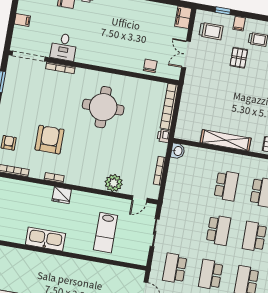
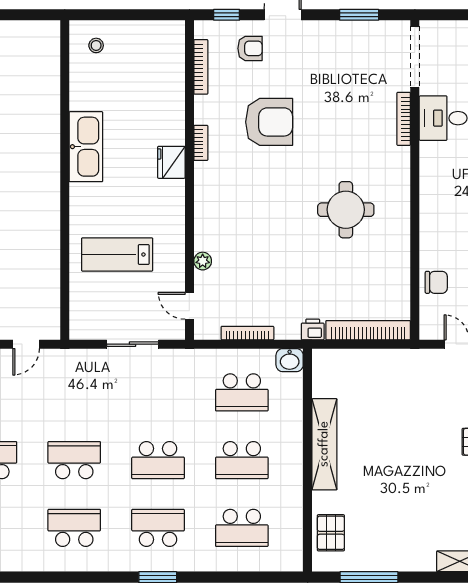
round table: (103, 107) -> (346, 210), width x0.73, depth x0.73
plant: (114, 183) -> (203, 261), width x0.53, depth x0.53
school desk: (175, 268) -> (242, 392), moved, turned 180

